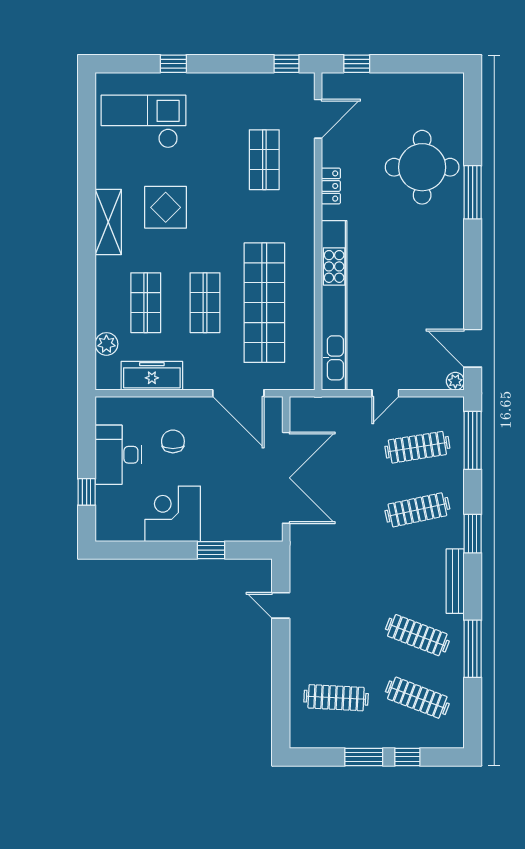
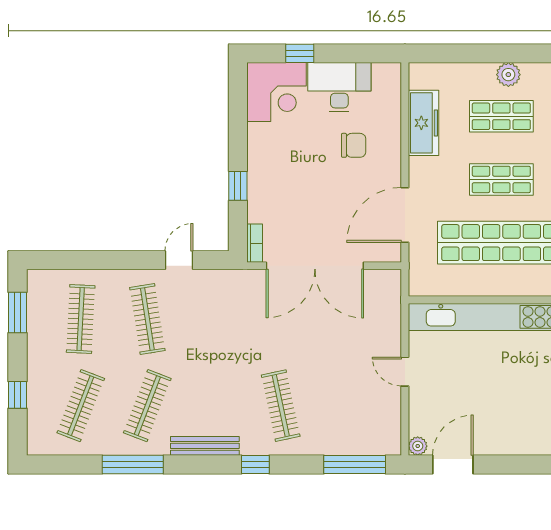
plant: (106, 344) -> (508, 75), moved
clothes rail: (417, 447) -> (147, 319), moved
corner desk: (173, 514) -> (277, 92), moved, turned 90
bookcase: (265, 534) -> (255, 243), added
window: (473, 534) -> (255, 465), width x0.67
window: (364, 757) -> (18, 313), moved

